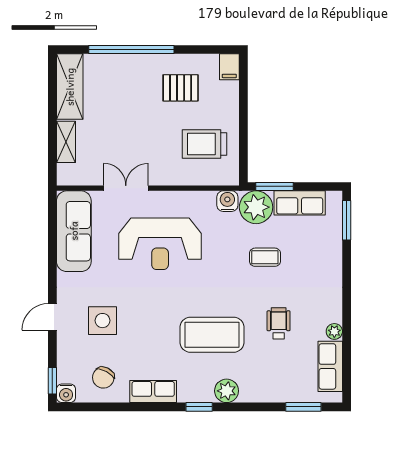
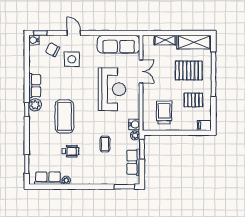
pallet: (181, 88) -> (193, 100), turned 90
pallet: (124, 97) -> (189, 71), added
plant: (256, 207) -> (135, 135), width x0.53, depth x0.53
reception desk: (160, 244) -> (112, 89), turned 180
chair: (103, 378) -> (52, 50), moved
plant: (227, 391) -> (35, 105), moved

